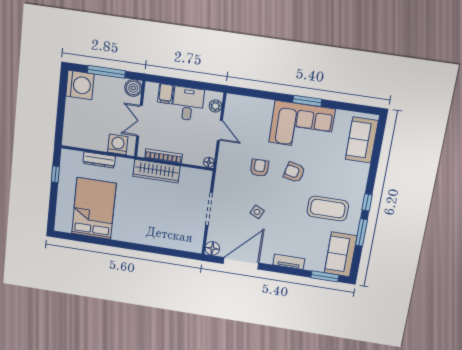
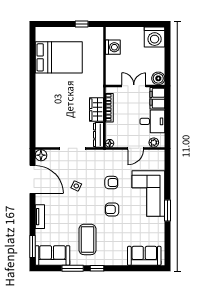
window: (106, 72) -> (168, 56), removed
filing cabinet: (166, 94) -> (157, 98), width x2.00
corner sofa: (302, 126) -> (148, 193), moved
washing machine: (118, 144) -> (113, 47), moved
dresser: (99, 160) -> (99, 135), moved
wardrobe: (156, 171) -> (96, 110), width x0.67
armchair: (294, 172) -> (112, 209), turned -103

